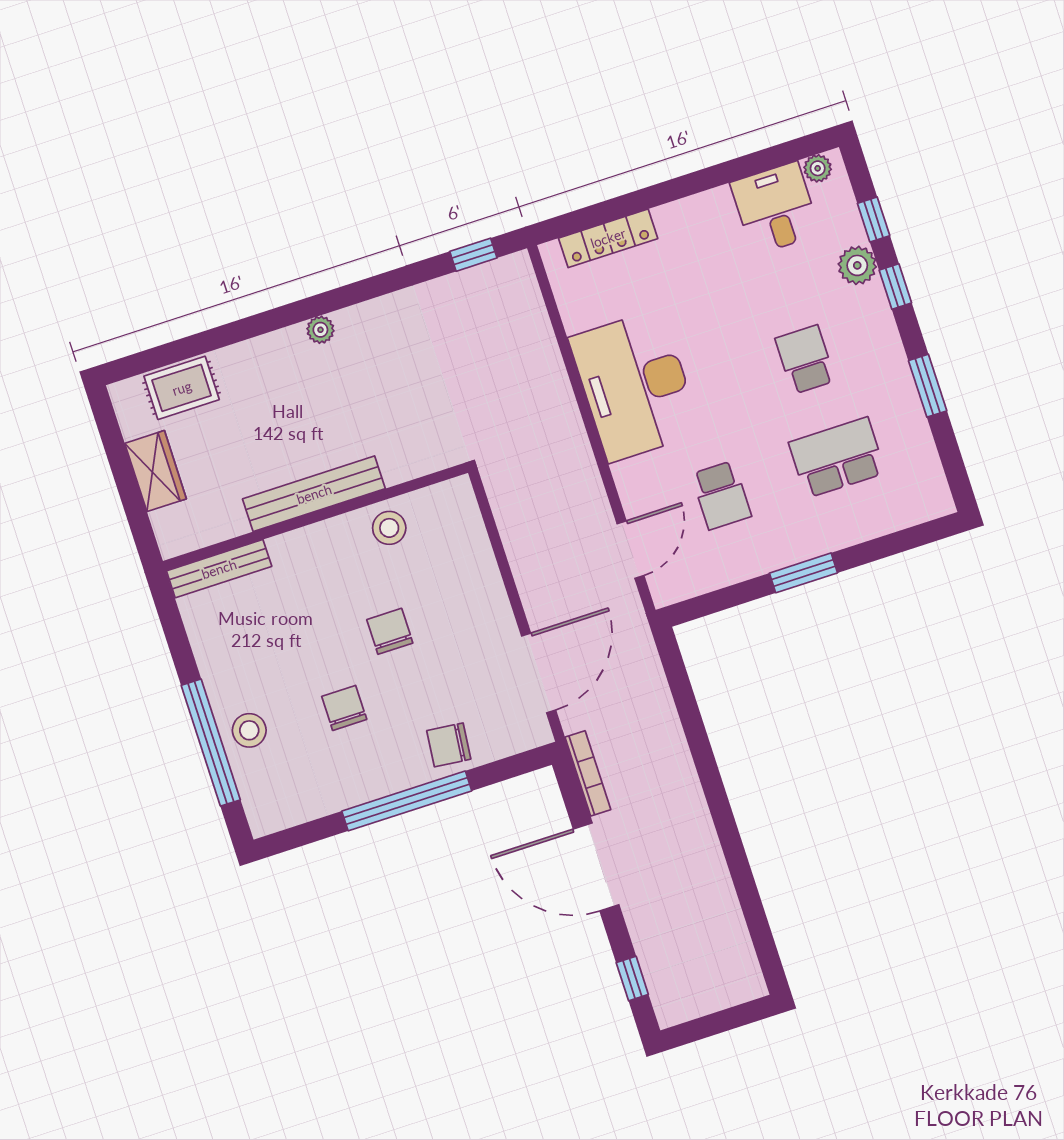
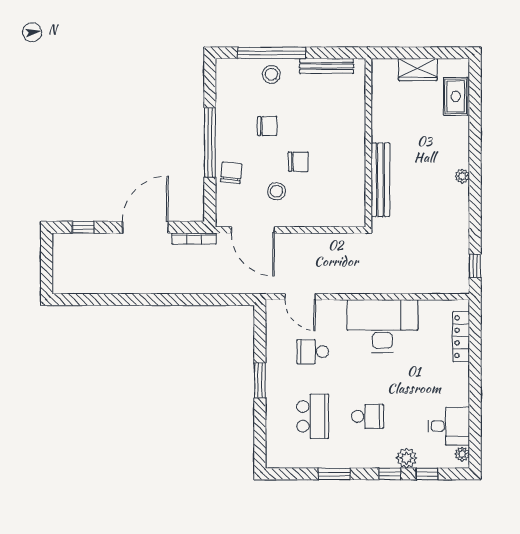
bench: (314, 494) -> (380, 180), moved
stool: (389, 528) -> (277, 191), moved
bench: (219, 569) -> (326, 66), moved, turned 90

